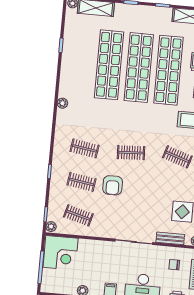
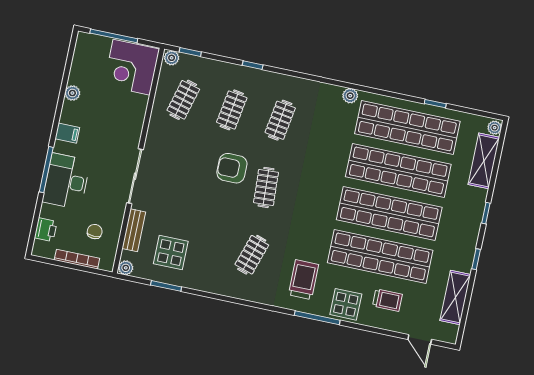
shop shelf: (79, 62) -> (407, 127), added
armchair: (113, 185) -> (232, 168), moved

